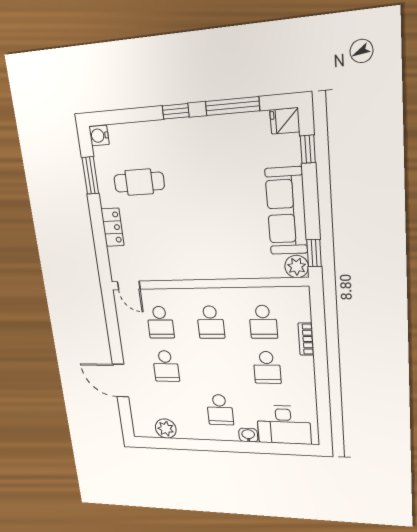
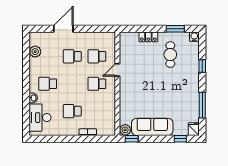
window: (176, 111) -> (202, 66), moved
door: (129, 285) -> (117, 70), moved
school desk: (263, 322) -> (97, 111), removed

